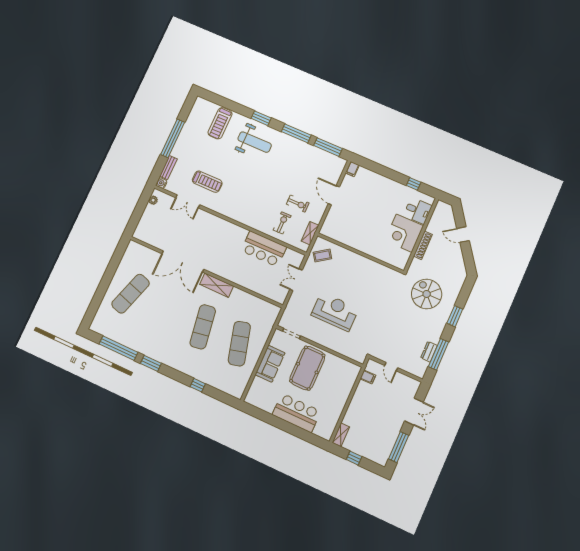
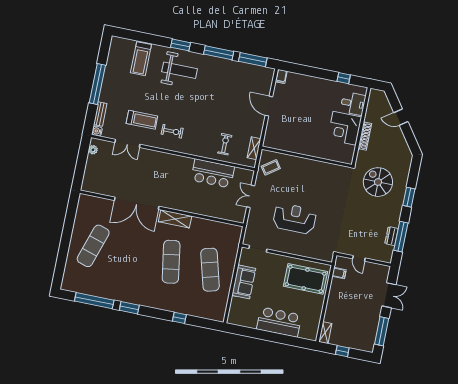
exercise bike: (298, 204) -> (172, 131), moved
pool table: (307, 368) -> (306, 279), moved, turned 90

